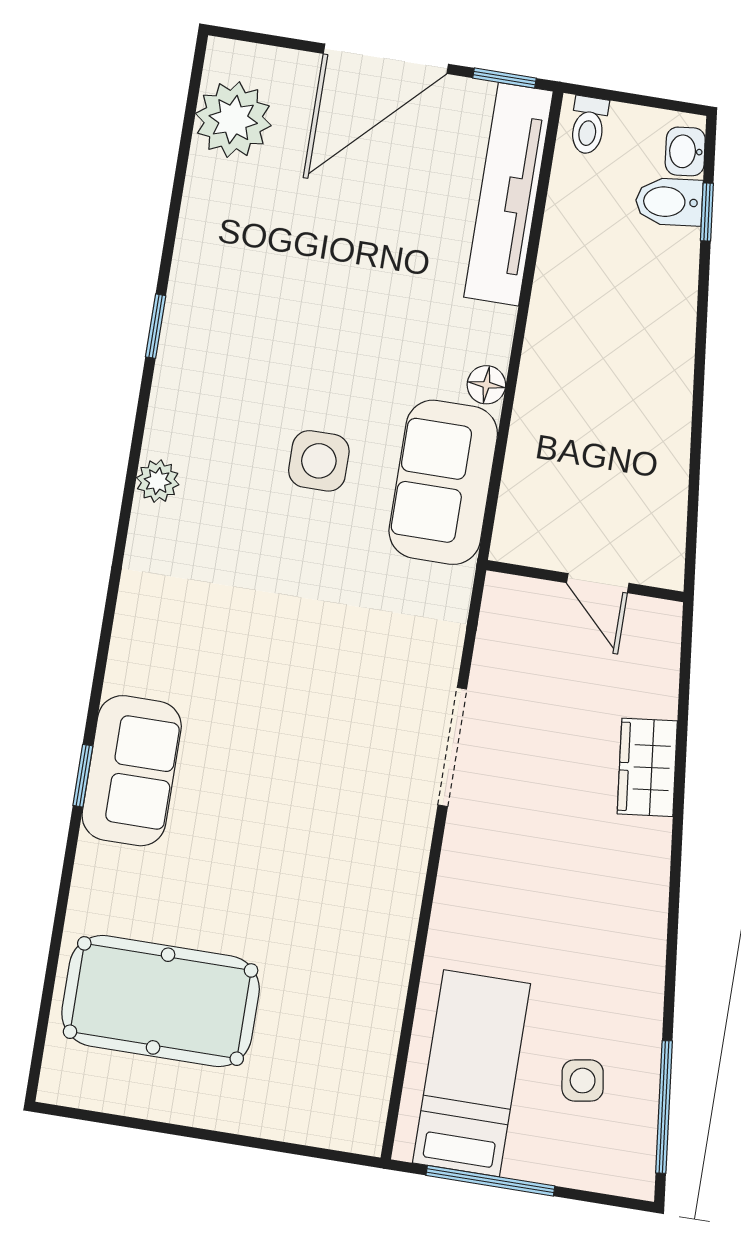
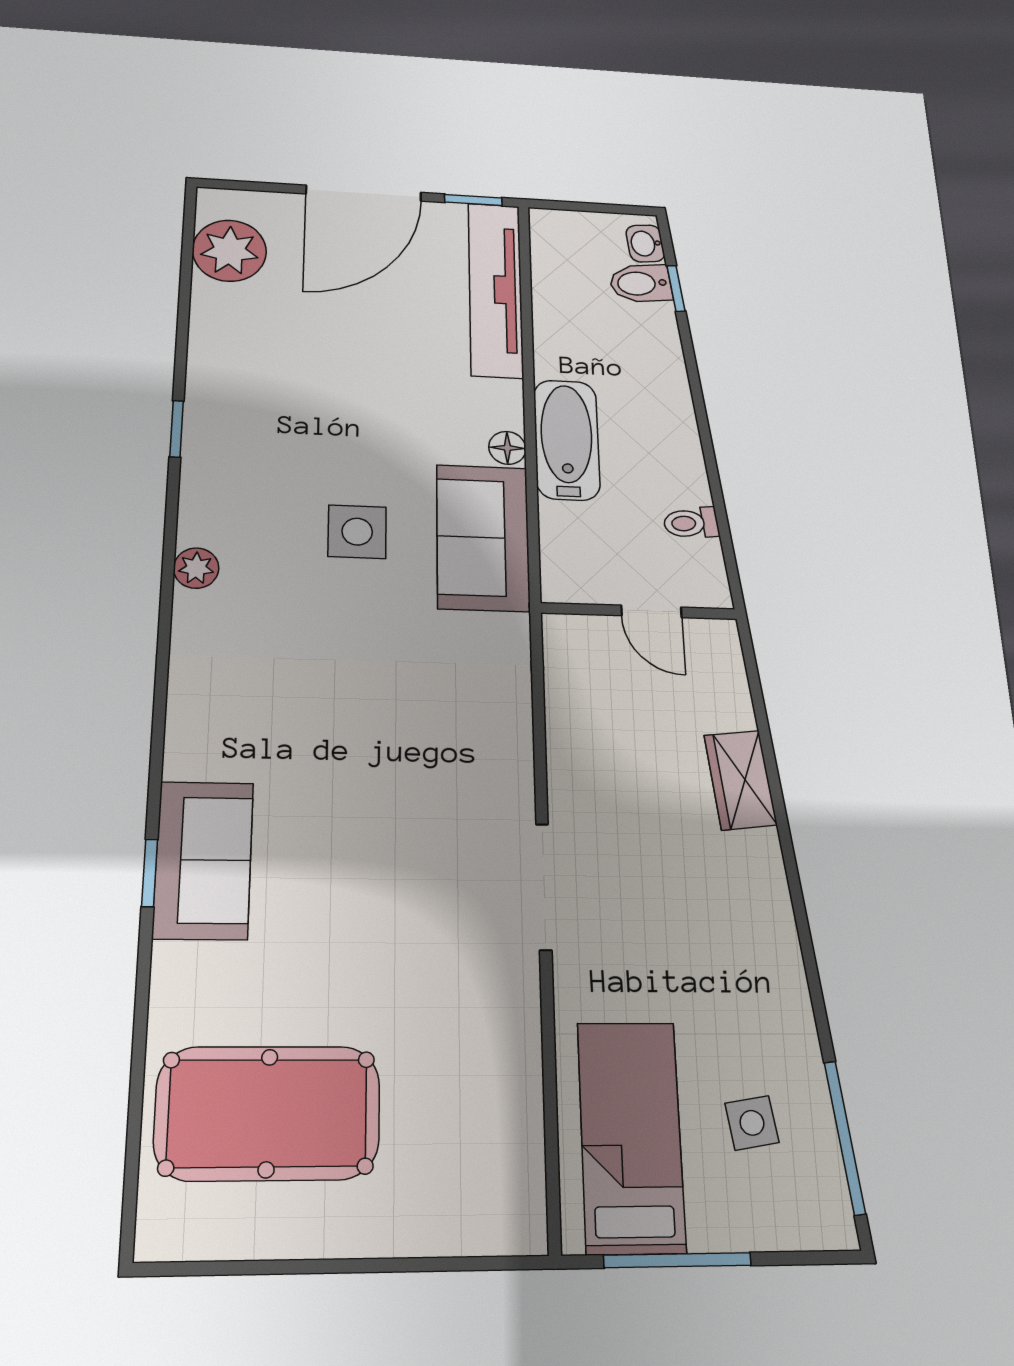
toilet: (588, 125) -> (691, 523), moved, turned 84
bathtub: (550, 382) -> (567, 440), added
doorway: (452, 747) -> (544, 887), moved

